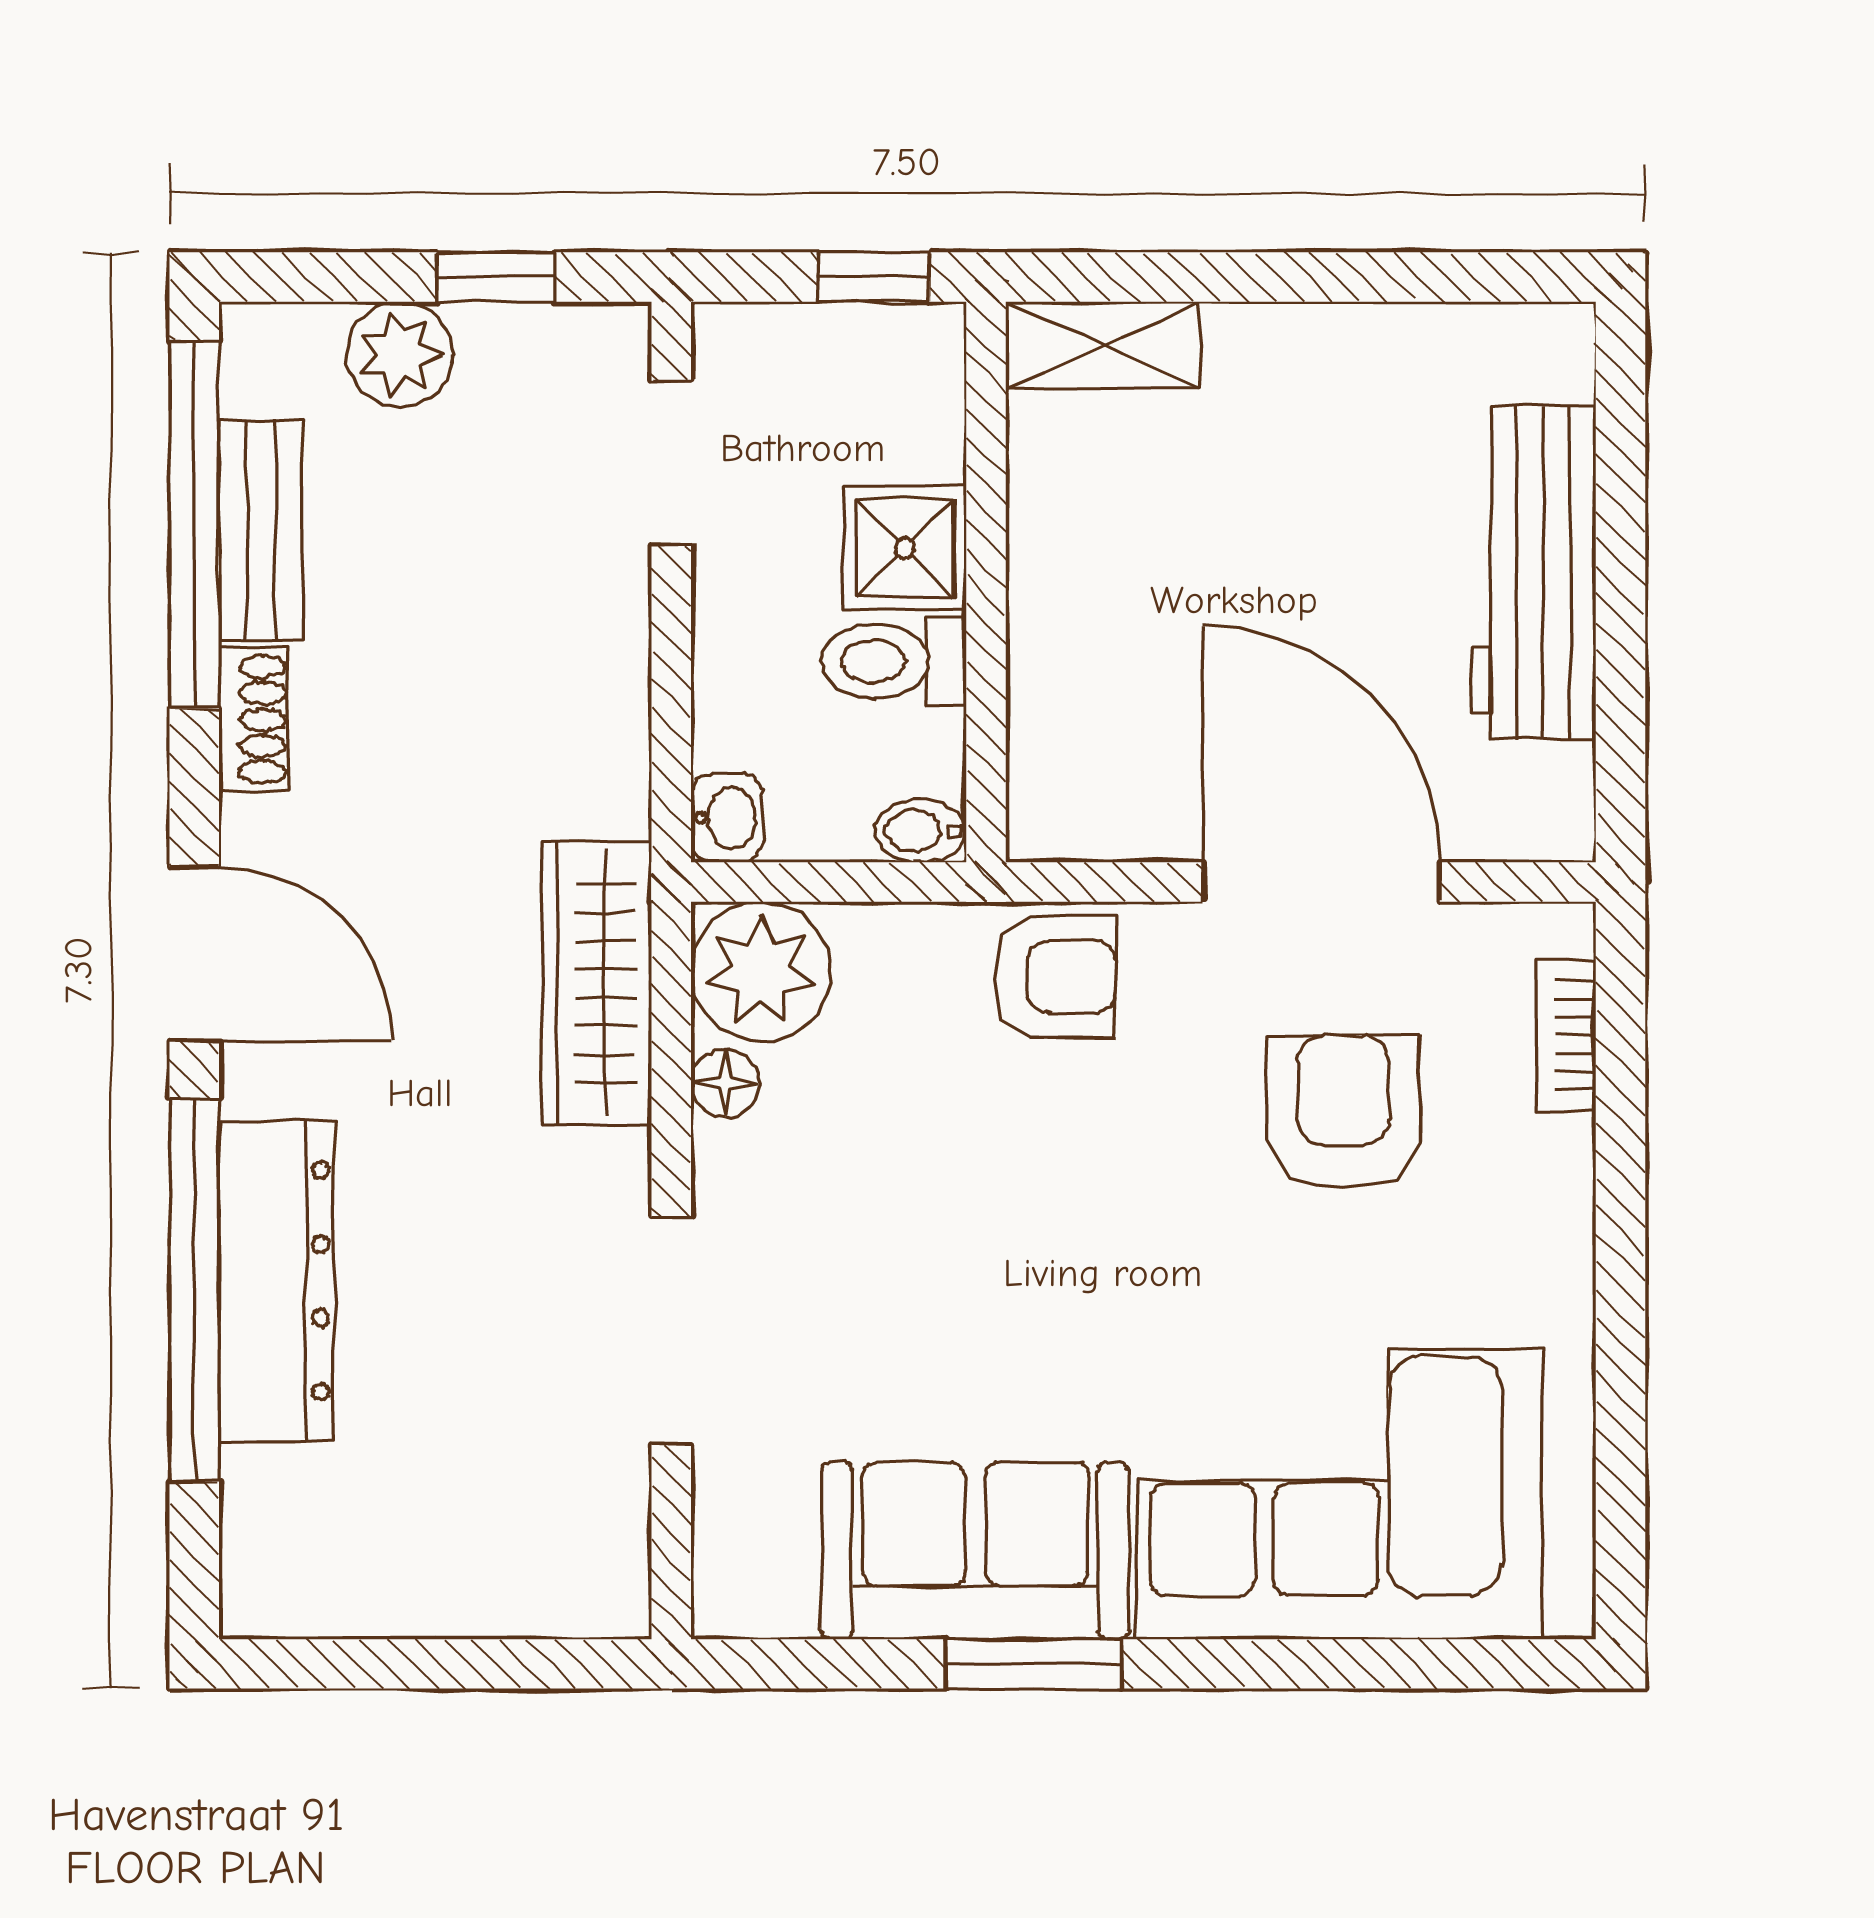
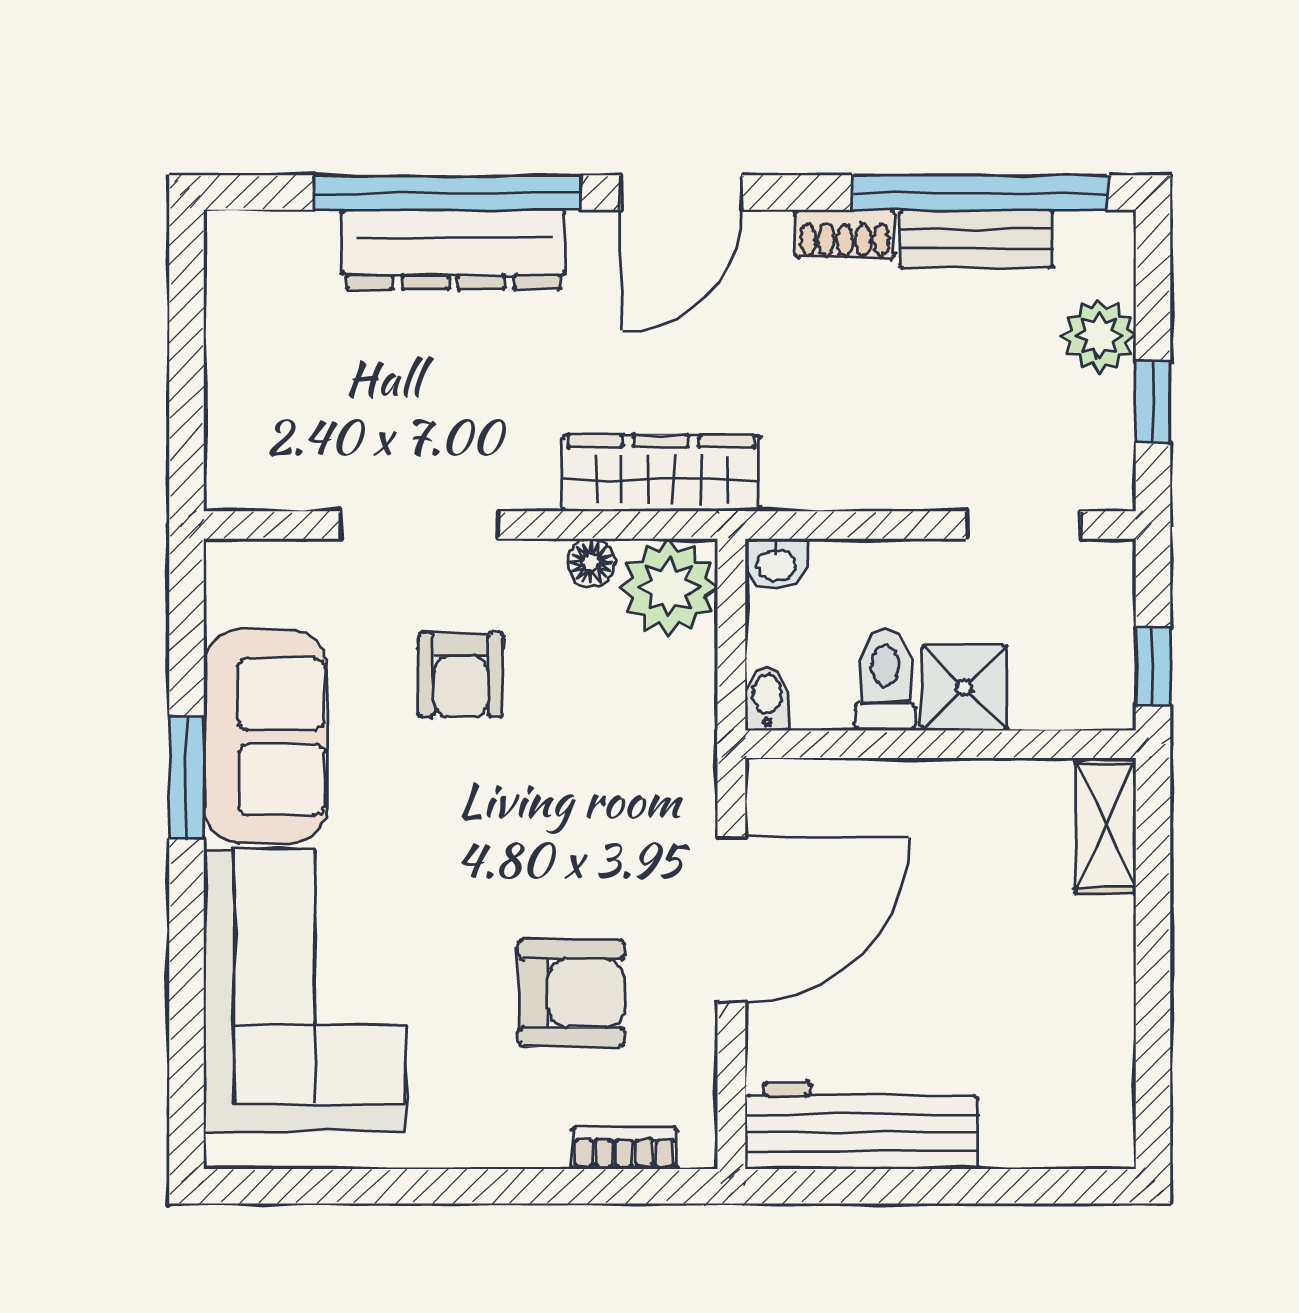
workbench: (1533, 573) -> (862, 1125), moved
door: (1322, 882) -> (731, 920), moved
armchair: (1055, 977) -> (461, 675), moved

